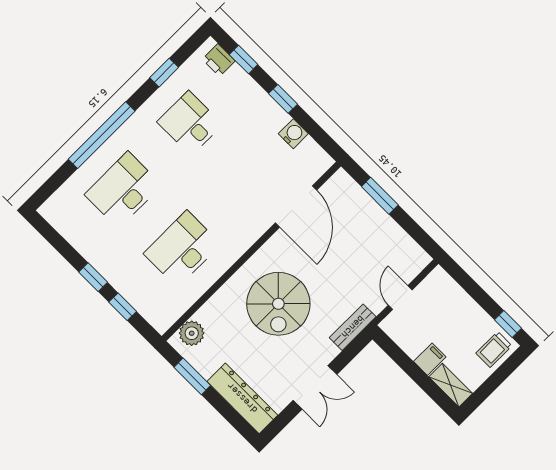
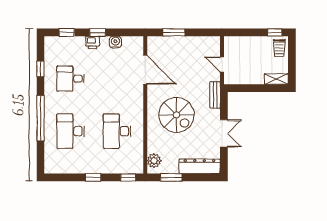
printer: (219, 60) -> (93, 42), moved
window: (123, 307) -> (128, 177), moved
filing cabinet: (430, 359) -> (258, 77), removed

